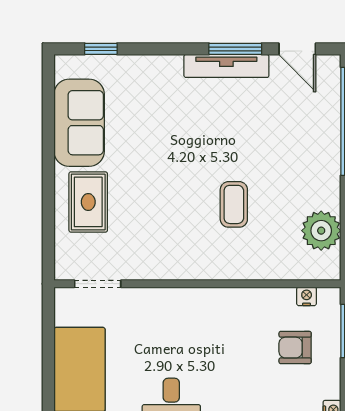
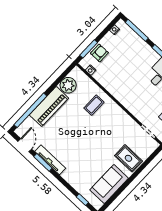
piano: (320, 160) -> (49, 106), added
rug: (88, 202) -> (128, 158), turned 90
coffee table: (234, 204) -> (94, 105), moved
armchair: (295, 348) -> (99, 53), moved, turned -90

